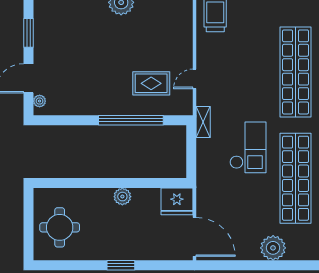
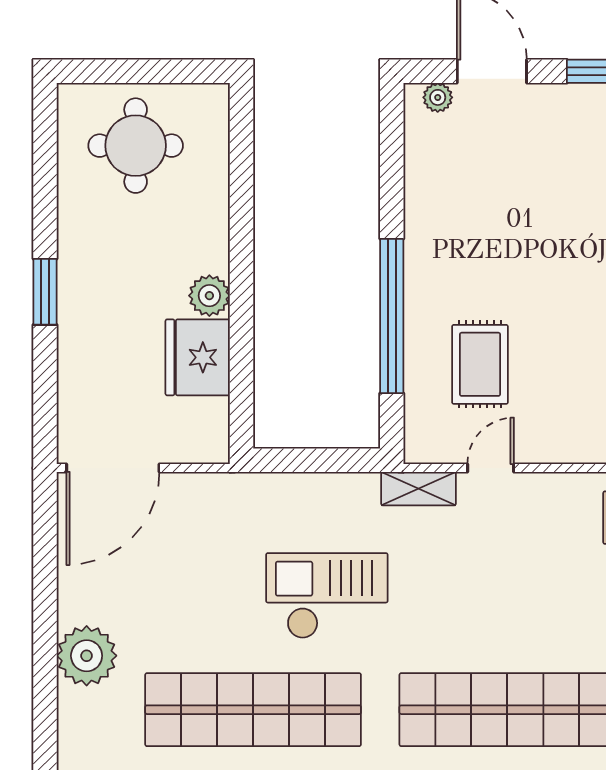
door: (194, 79) -> (491, 468), hinge flipped
shelving: (203, 122) -> (419, 489), moved
checkout: (248, 147) -> (327, 596), turned 180
fridge: (177, 201) -> (198, 357), moved

